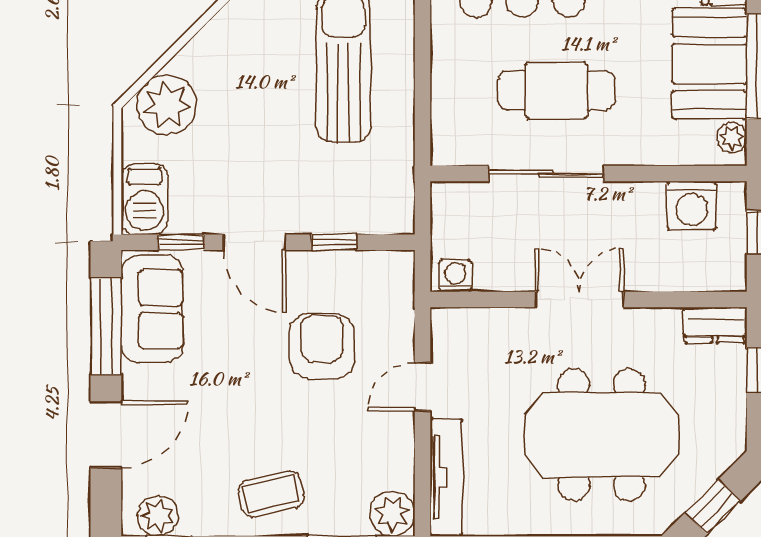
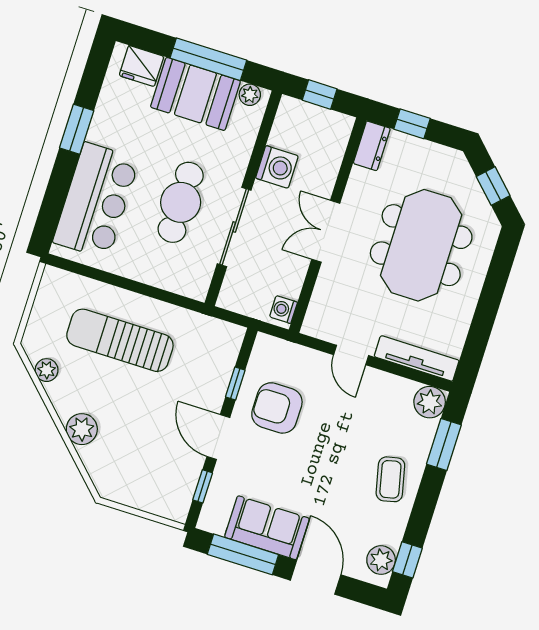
plant: (167, 105) -> (82, 429), moved, width x0.73, depth x0.73
barbecue: (144, 199) -> (166, 502), removed
washing machine: (691, 206) -> (277, 167), moved
door: (255, 242) -> (218, 437), swing flipped
sofa: (152, 309) -> (267, 528), moved
armchair: (322, 346) -> (277, 408), moved

